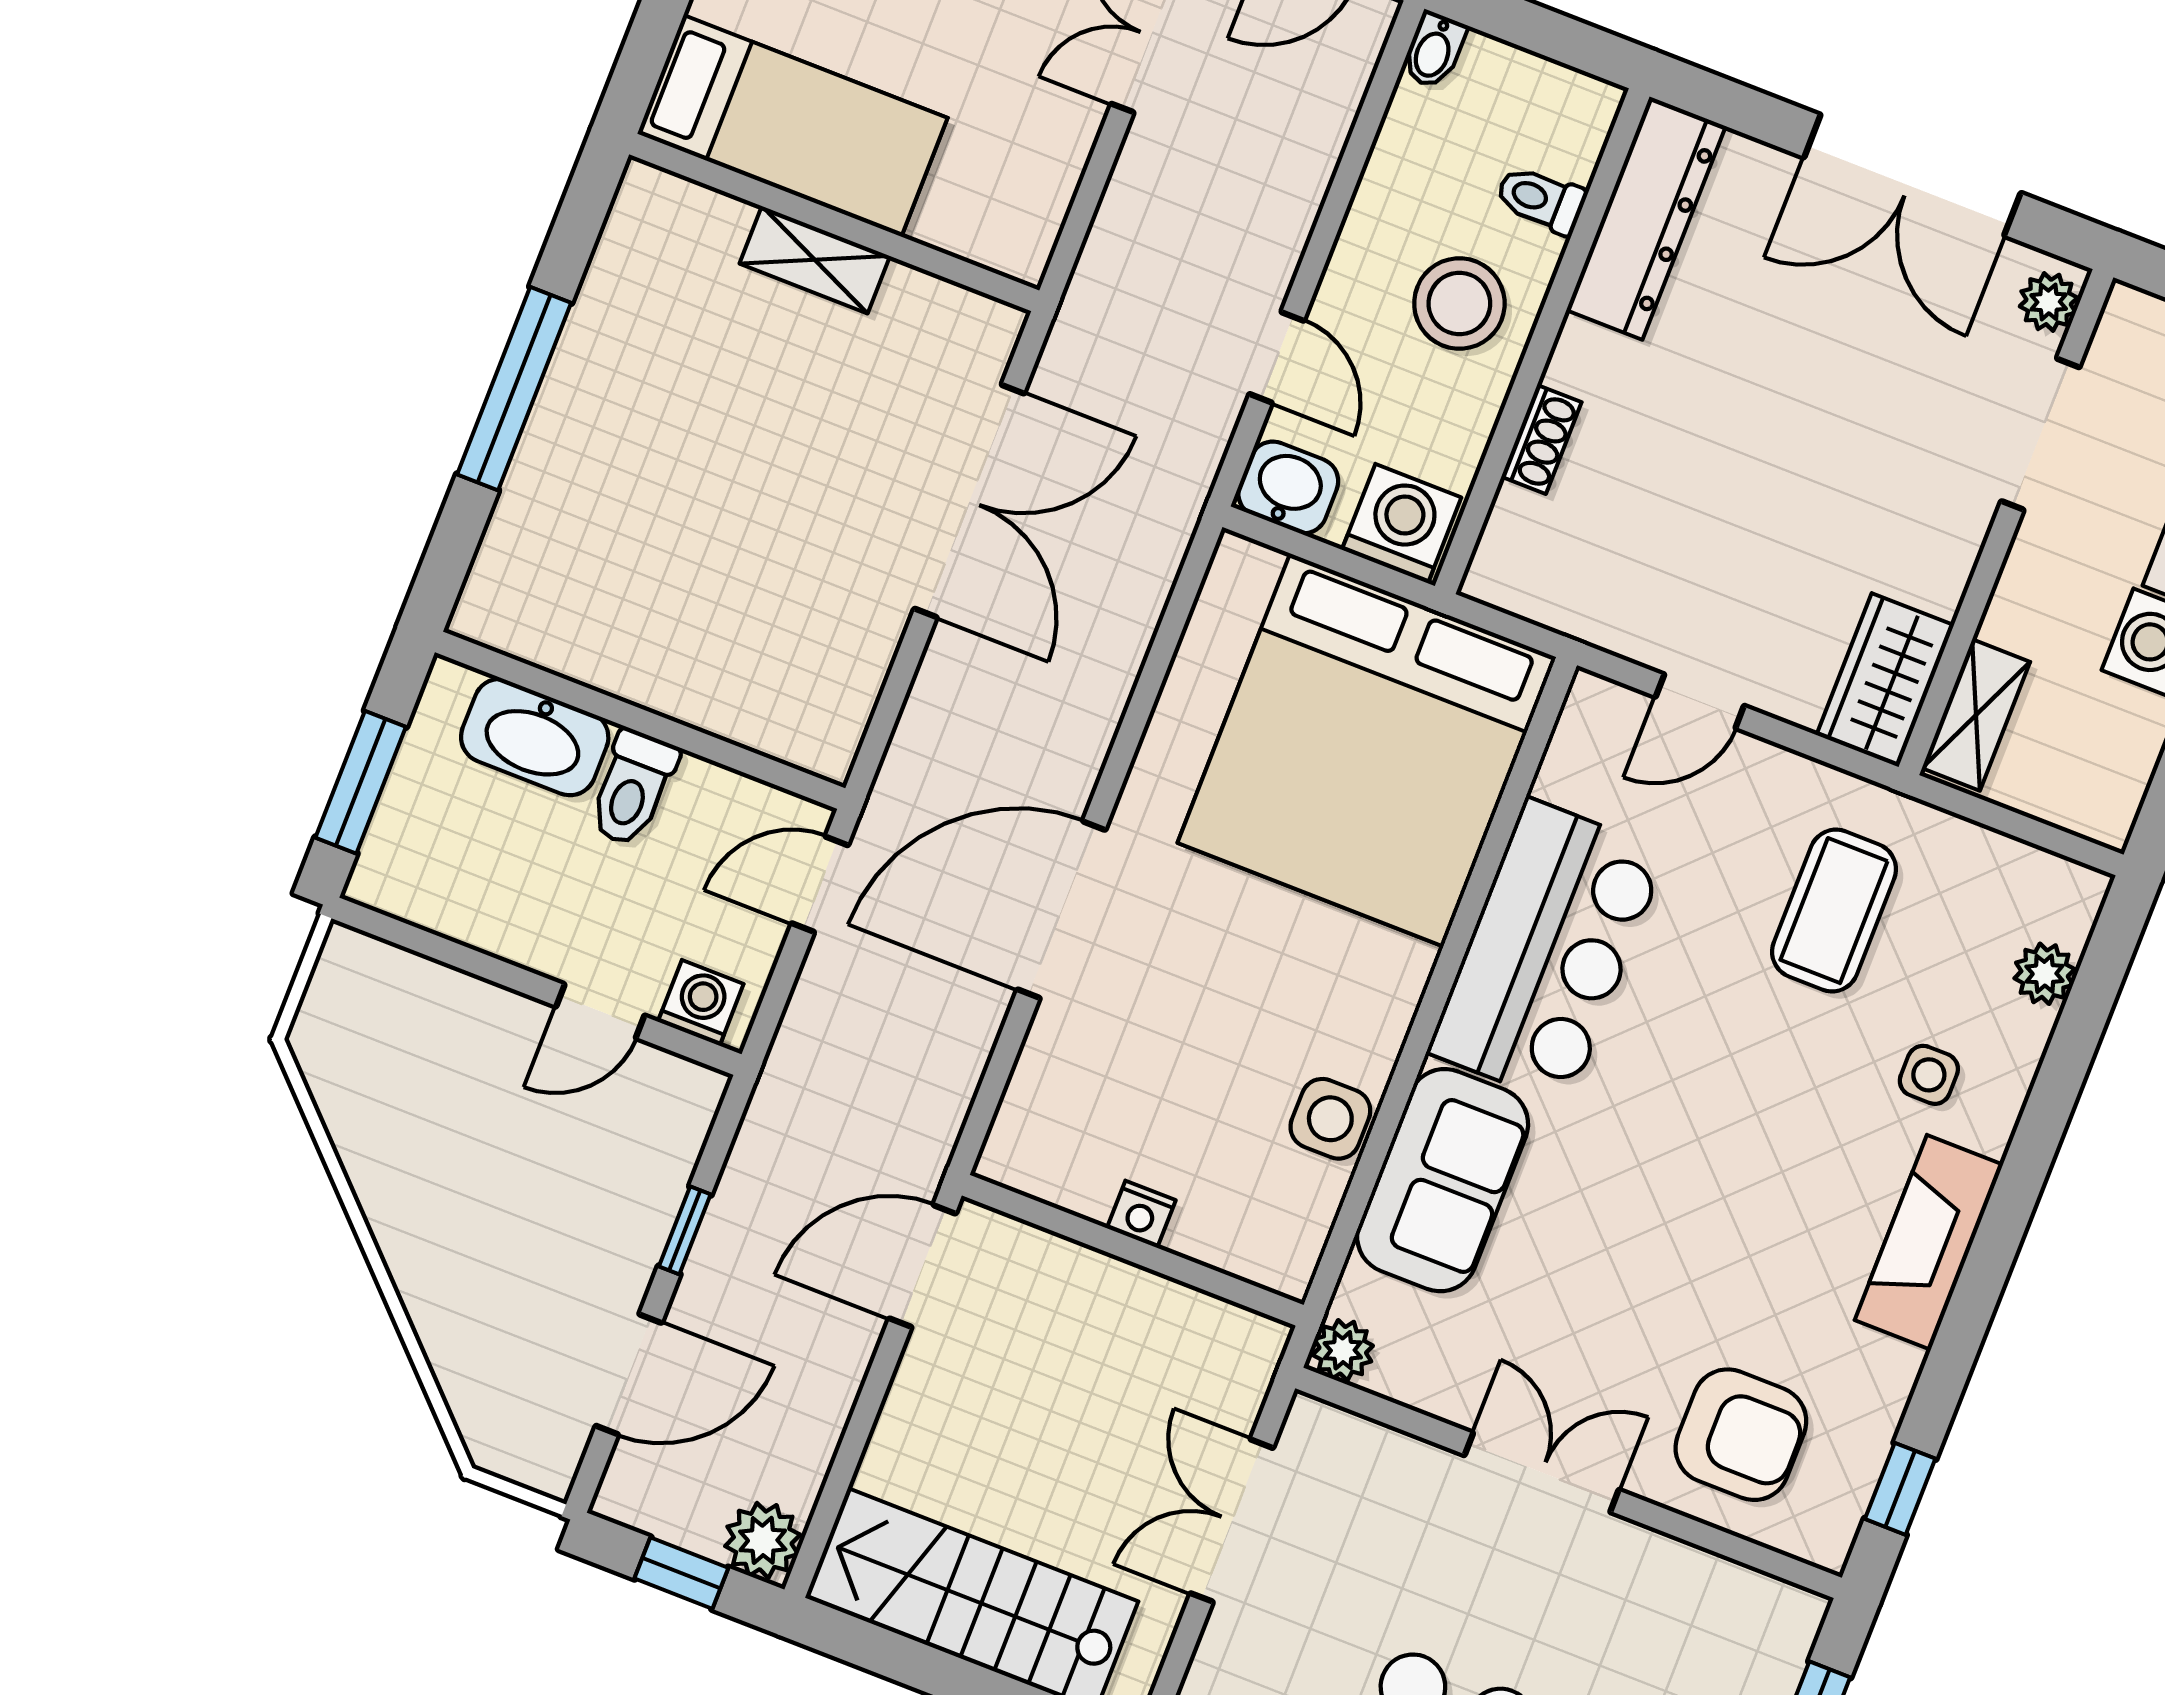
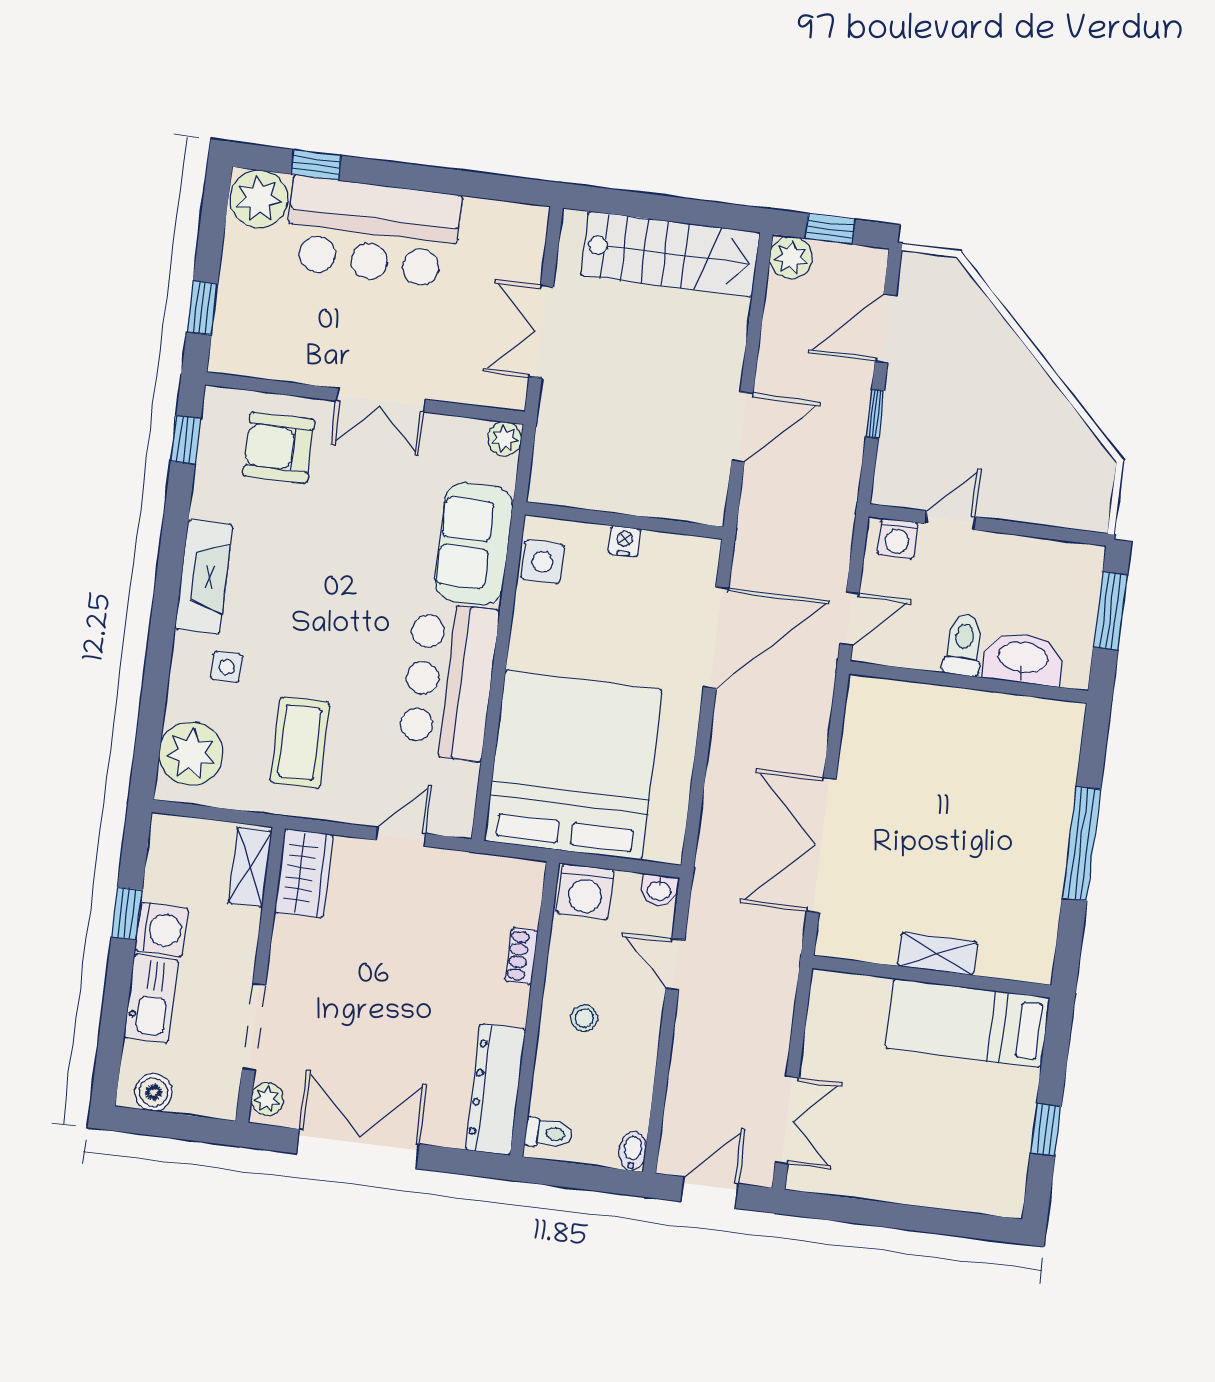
toilet: (1541, 199) -> (549, 1133), moved
stool: (1459, 304) -> (584, 1018), width x0.53, depth x0.53
washbasin: (1288, 487) -> (659, 890), width x0.72, depth x0.69
plant: (2045, 974) -> (191, 754), width x1.88, depth x1.88
nightstand: (1141, 1214) -> (624, 541), moved
wall: (1133, 1250) -> (624, 521), moved
double door: (1232, 1521) -> (541, 332), swing flipped

